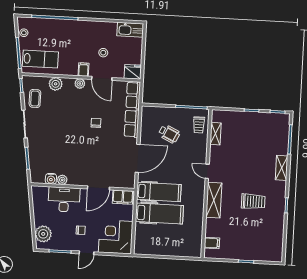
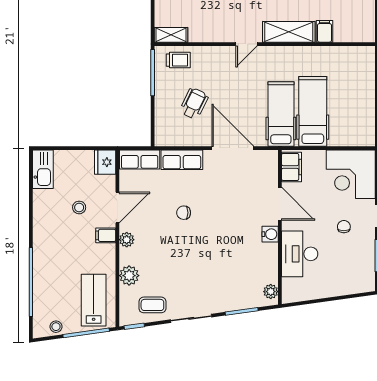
shelving: (215, 134) -> (171, 35), moved
water cooler: (51, 179) -> (270, 234), moved
plant: (62, 180) -> (271, 292), moved
plant: (43, 234) -> (352, 282), removed
filing cabinet: (212, 243) -> (325, 31), moved

